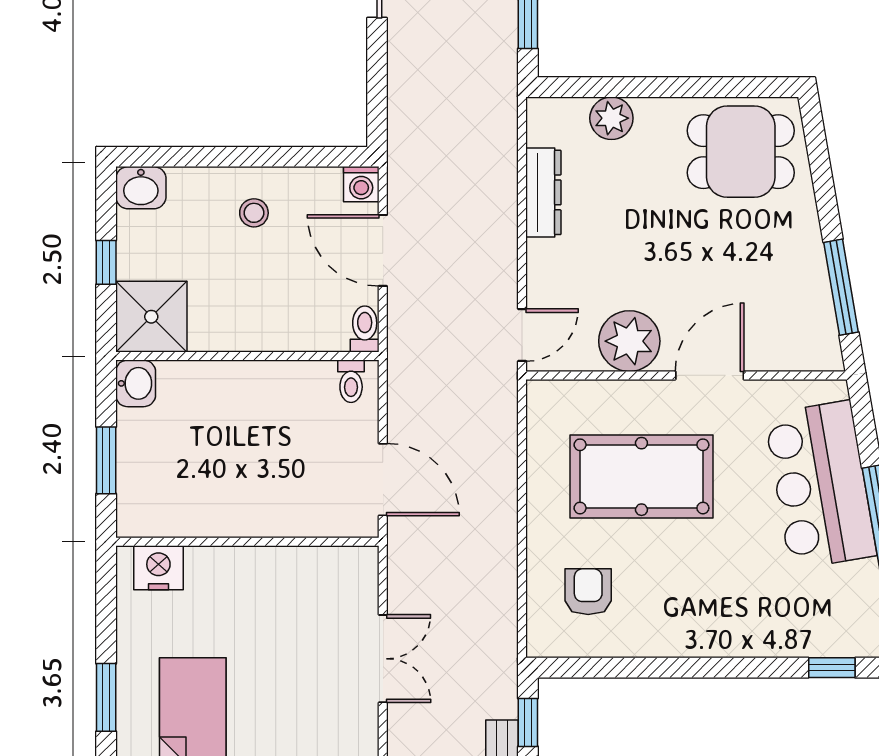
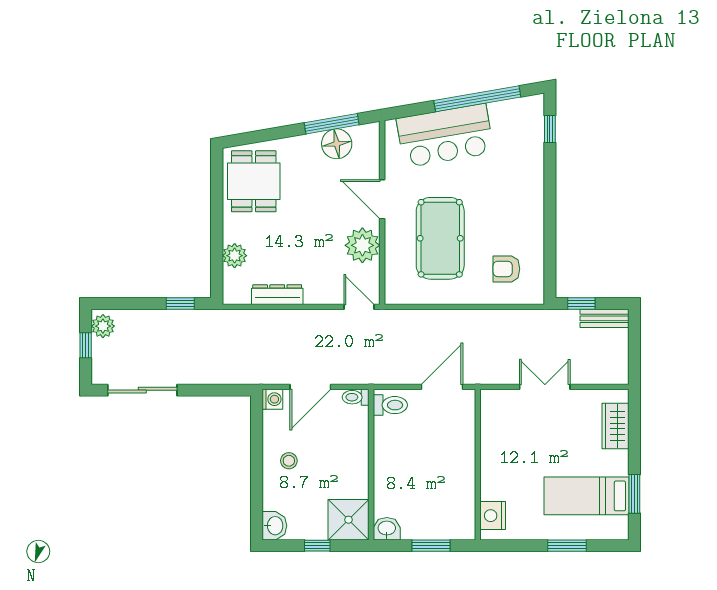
floor lamp: (806, 296) -> (337, 144), added
toilet: (351, 381) -> (390, 405), width x1.37, depth x1.39

